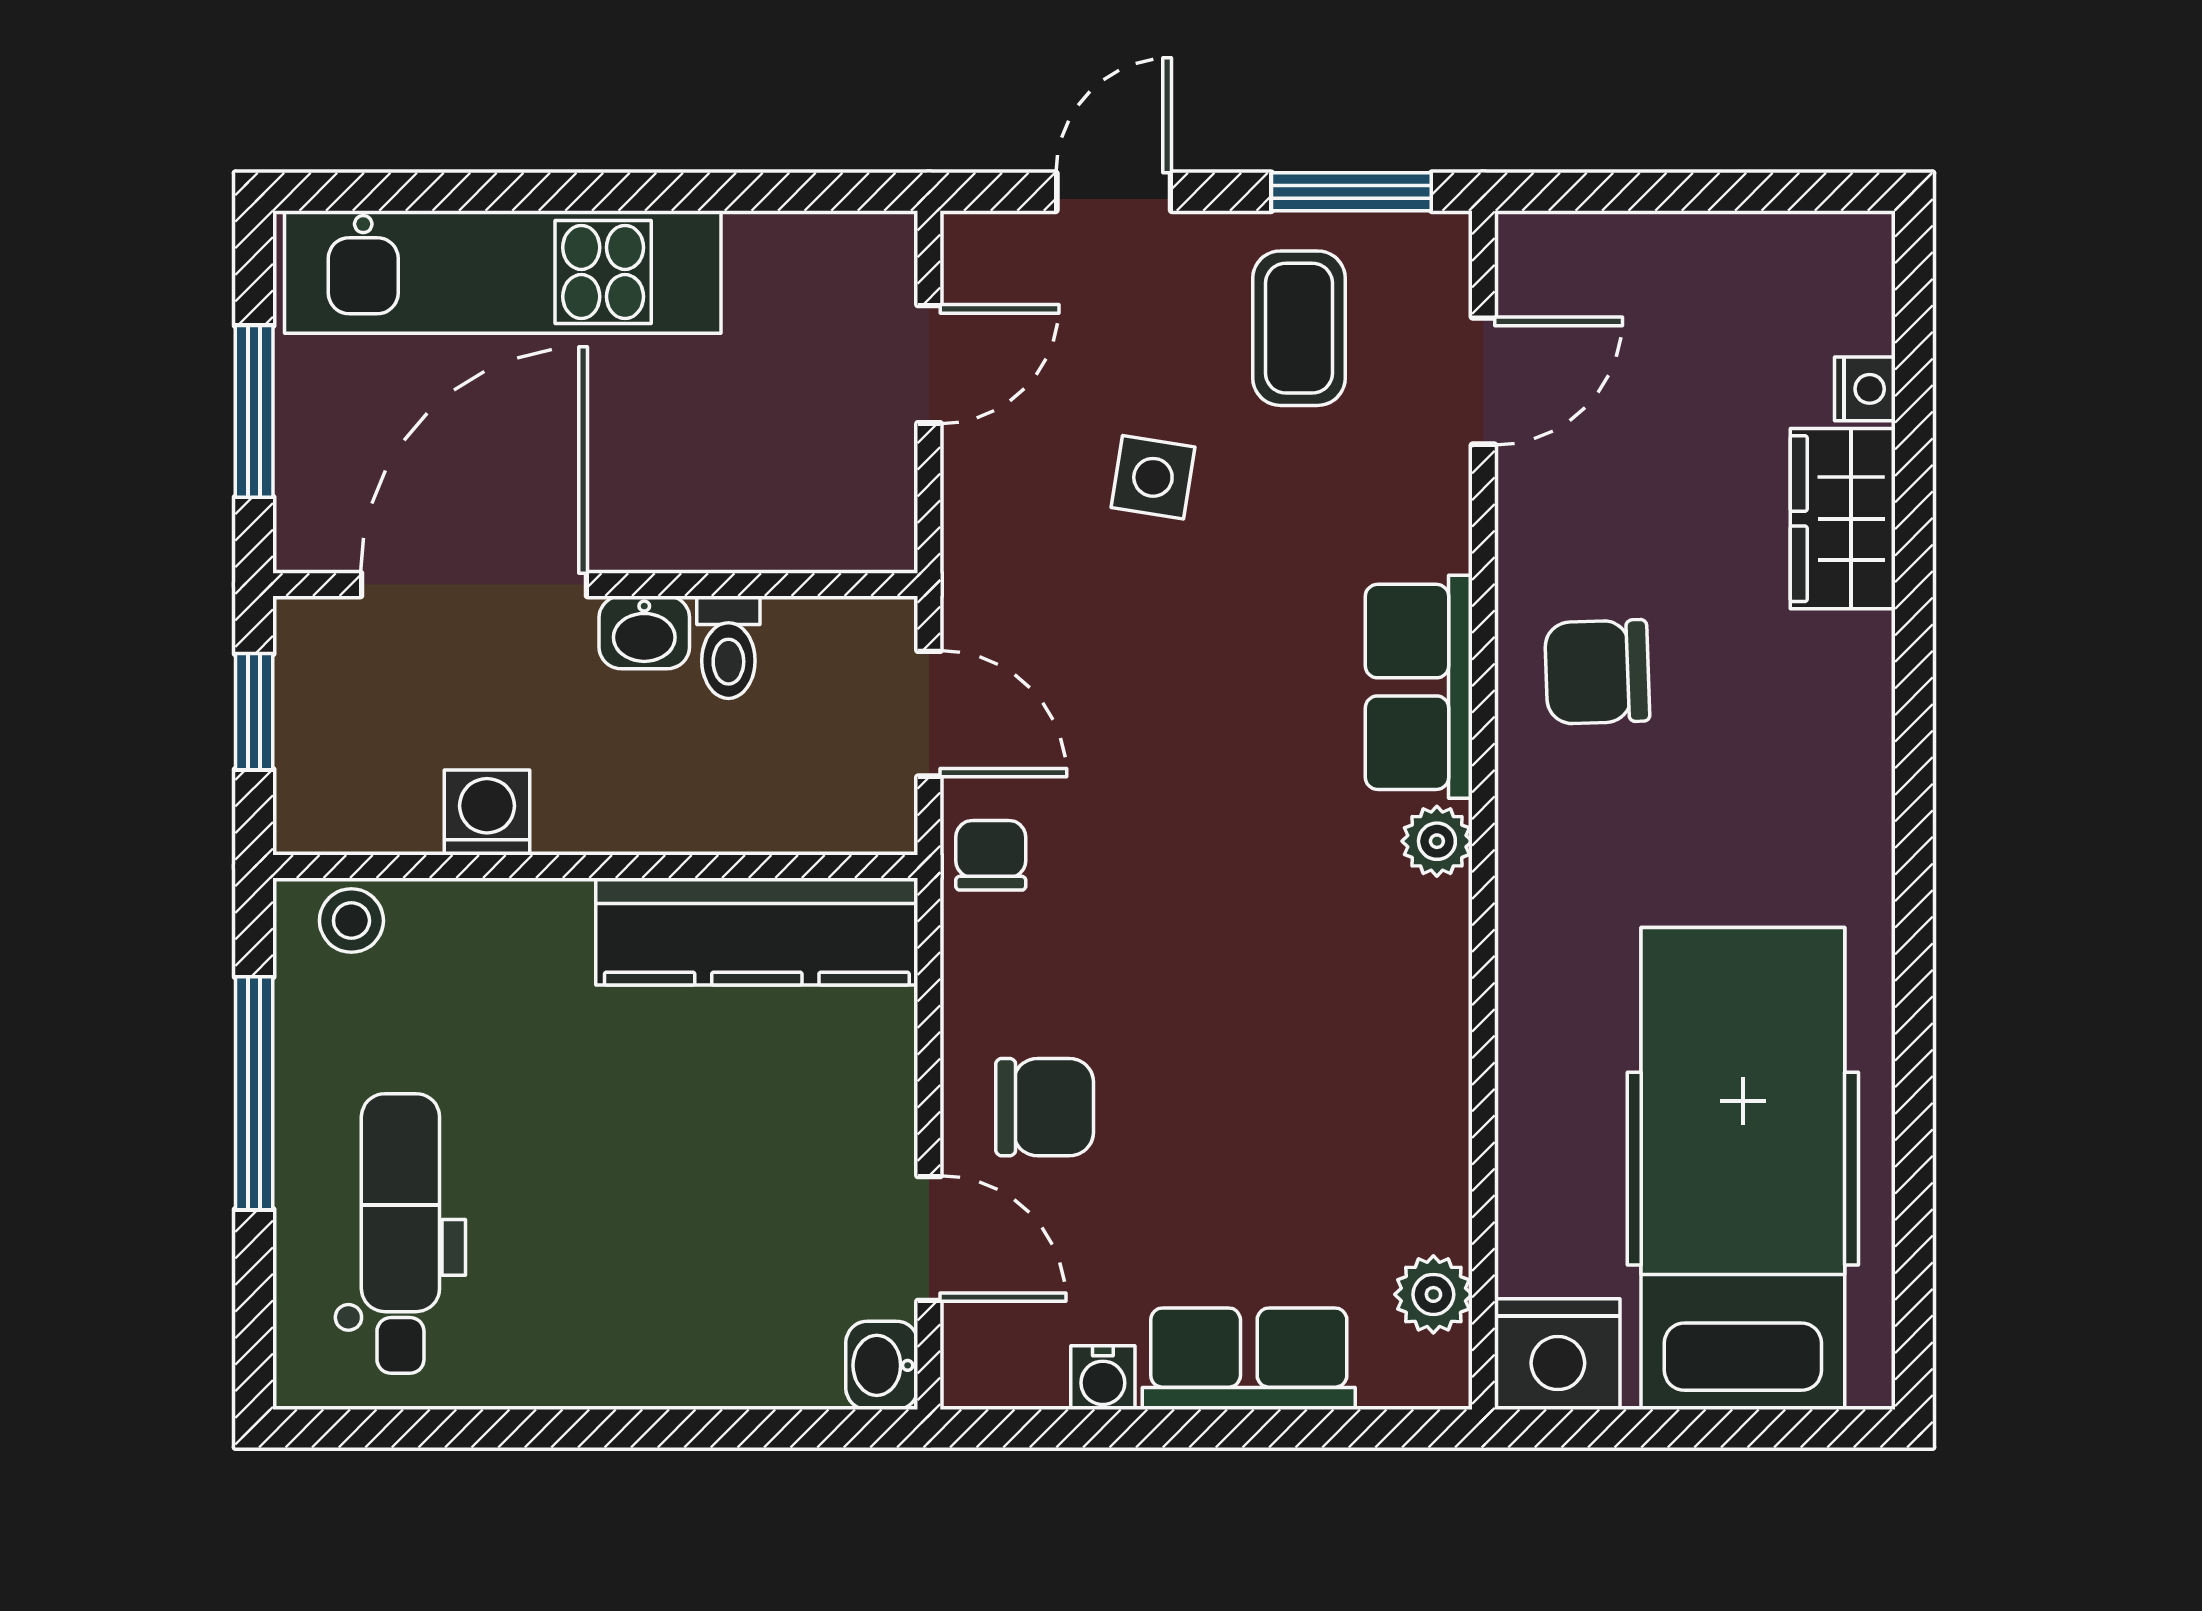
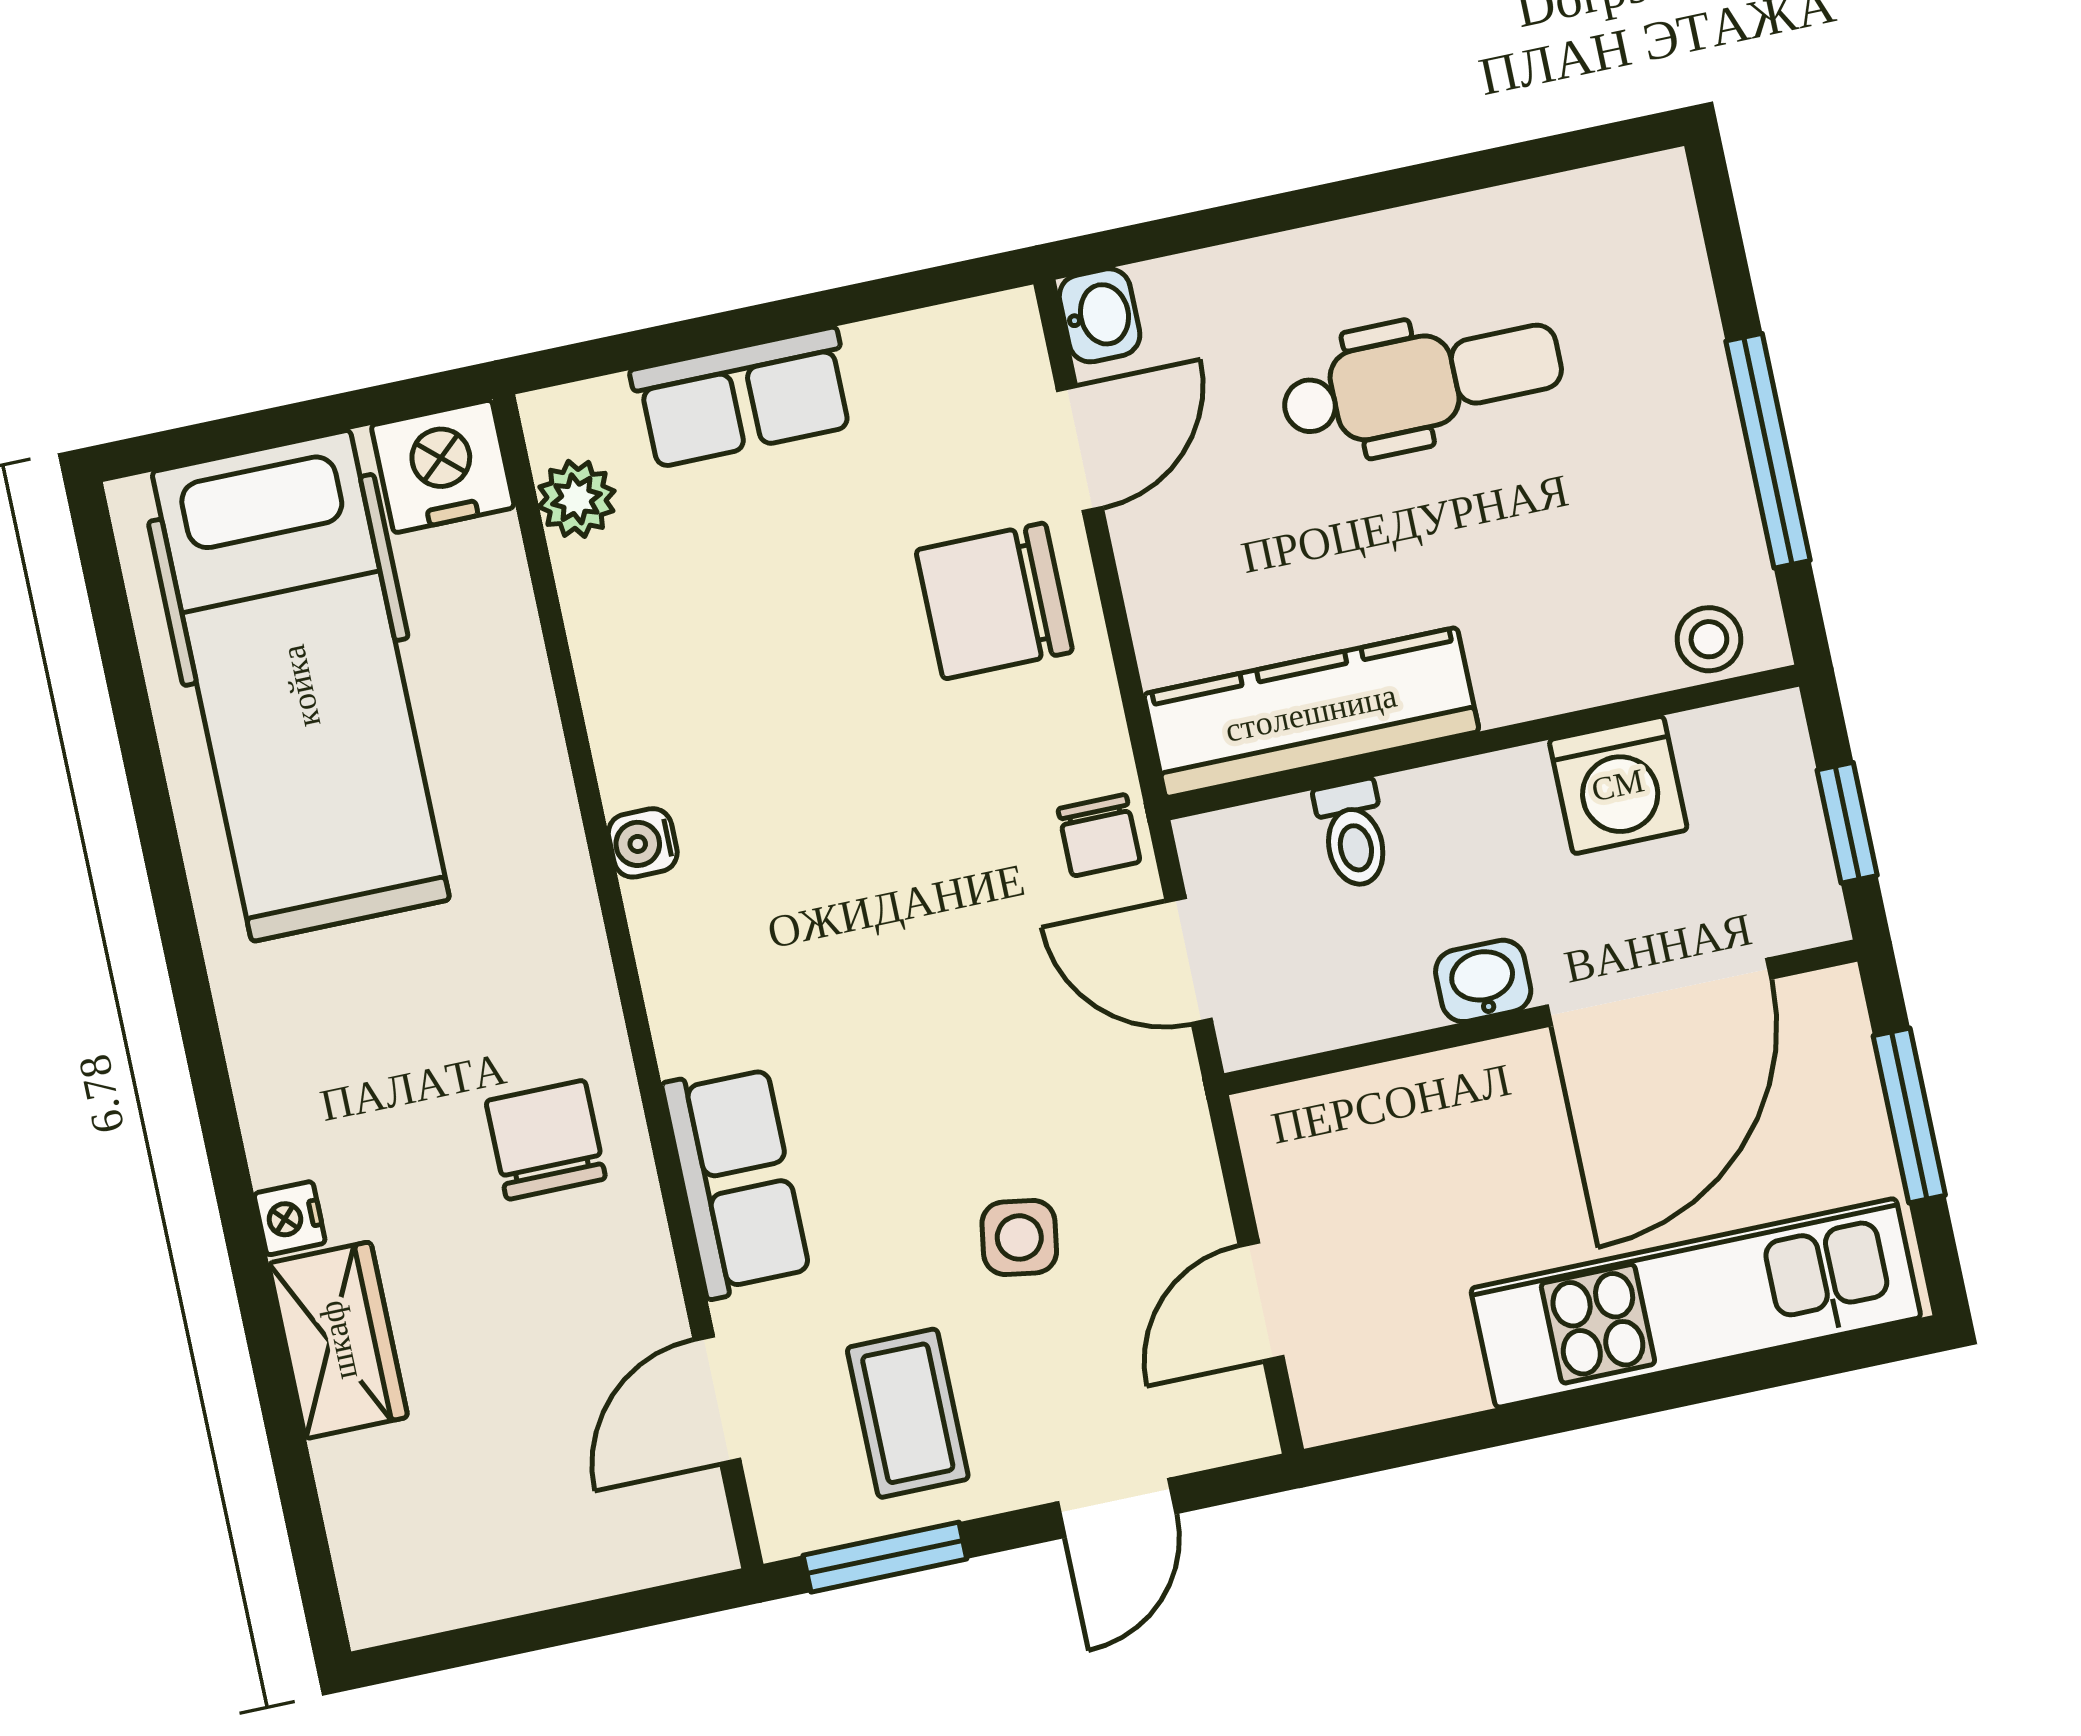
nightstand: (1865, 389) -> (290, 1218), moved
toilet: (728, 647) -> (1353, 834), moved, turned 180
chair: (1597, 672) -> (546, 1140), turned -88
row of seats: (1419, 687) -> (736, 1181), moved
washing machine: (487, 813) -> (1618, 785), width x1.38, depth x1.38
plant: (1437, 841) -> (667, 942), removed
chair: (1045, 1107) -> (994, 601), width x1.37, depth x1.37
dental chair: (400, 1233) -> (1422, 382), moved, turned -90
door: (929, 1238) -> (1080, 449), swing flipped
water cooler: (1103, 1378) -> (643, 843), moved, turned -90

